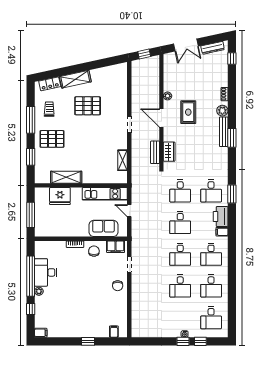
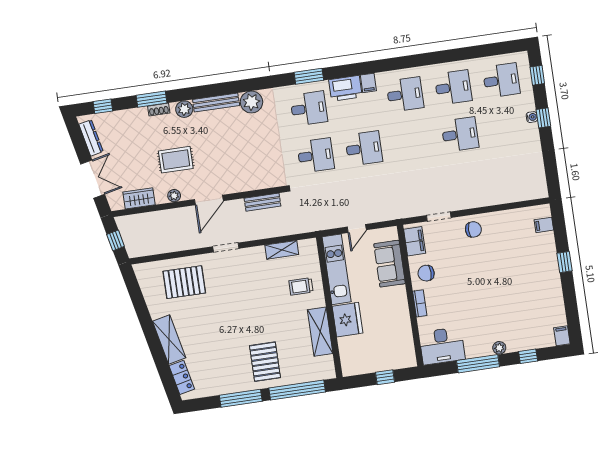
pallet: (88, 106) -> (184, 282), moved, turned 90
trolley: (49, 109) -> (301, 286), moved
rug: (188, 112) -> (176, 160), moved
window: (232, 138) -> (152, 99), moved
wardrobe: (169, 152) -> (139, 198), moved
plant: (221, 155) -> (251, 102), added
window: (31, 157) -> (297, 390), width x2.11
fridge: (60, 196) -> (348, 320), moved
window: (31, 215) -> (385, 377), width x0.46
desk: (180, 254) -> (412, 141), removed
desk: (46, 272) -> (442, 346), moved
window: (31, 276) -> (478, 364), width x0.68
window: (200, 341) -> (537, 75), moved

